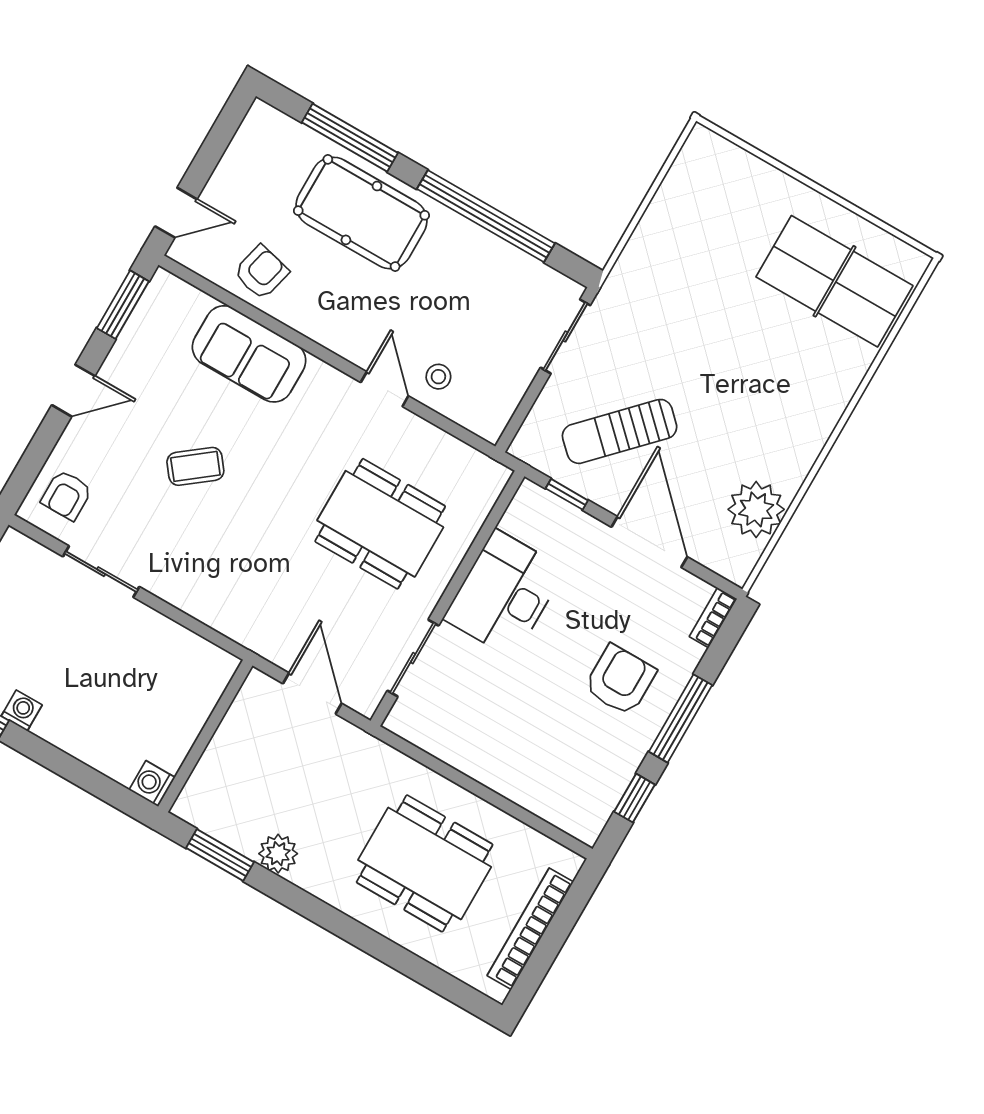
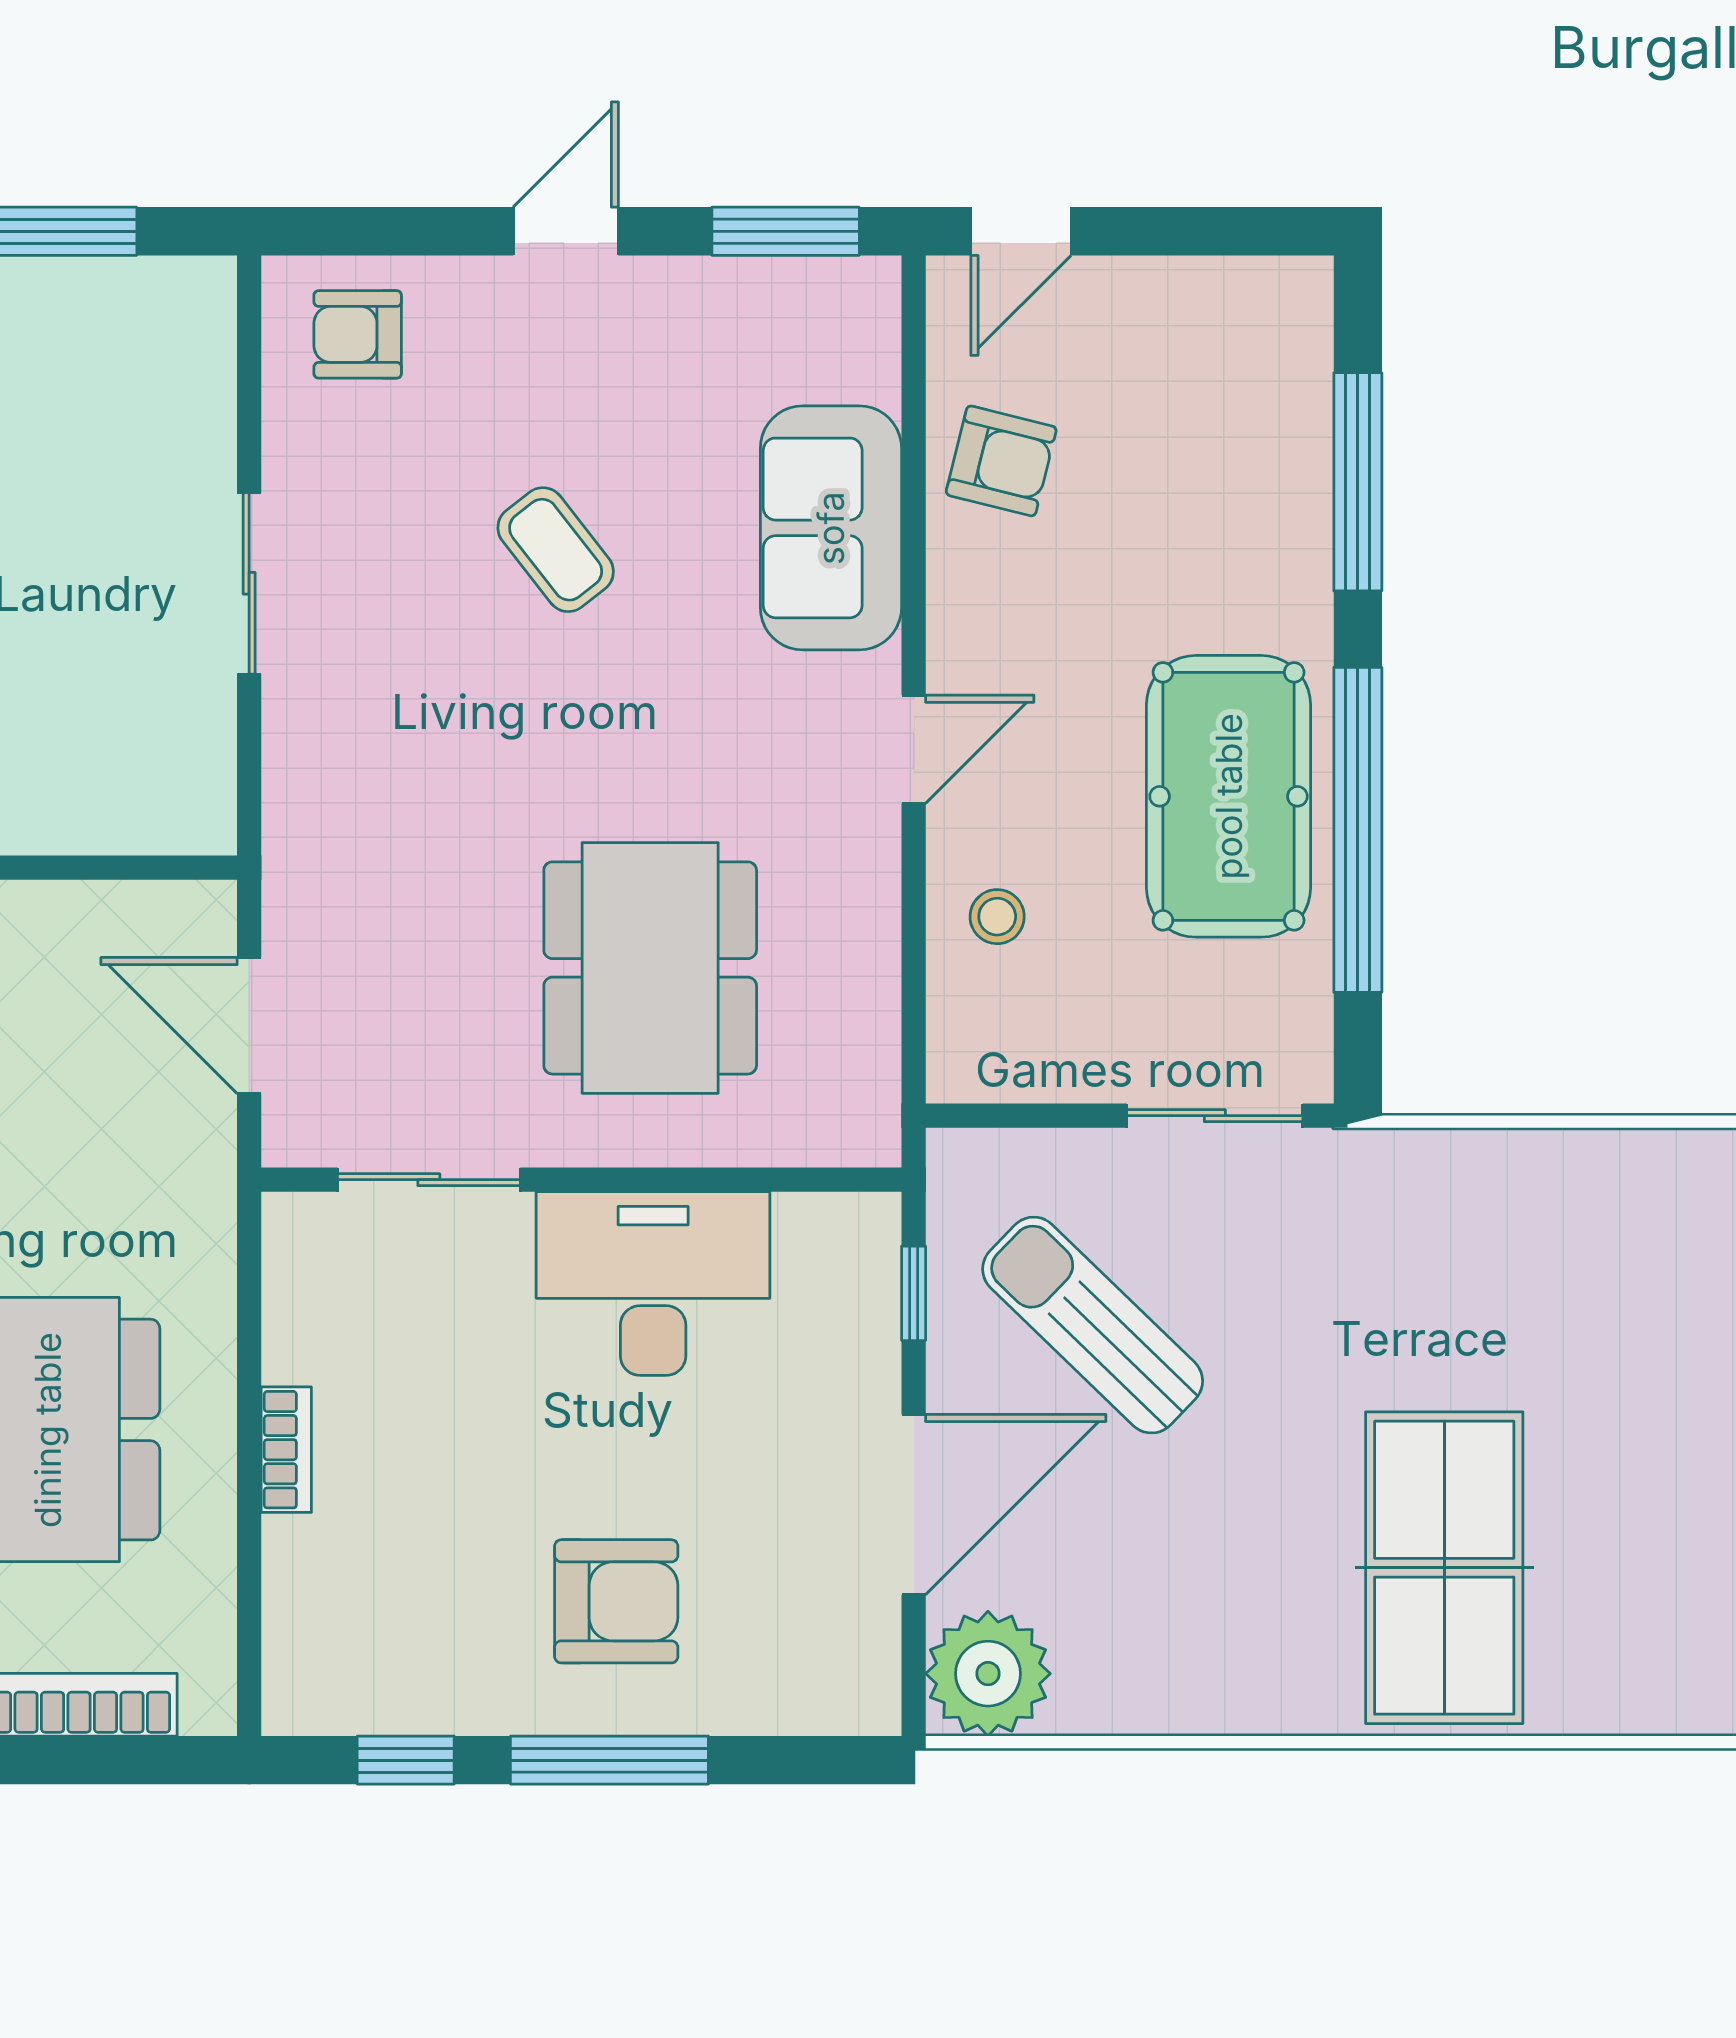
door: (176, 213) -> (1021, 231), hinge flipped
pool table: (361, 213) -> (1229, 796), moved
table tennis table: (834, 281) -> (1444, 1568), moved
door: (385, 389) -> (914, 749), moved
door: (73, 391) -> (566, 231), swing flipped
plant: (756, 509) -> (988, 1674), moved
sliding door: (101, 572) -> (249, 583), moved
bookcase: (713, 618) -> (286, 1450), moved, turned 90
door: (312, 693) -> (249, 1026), swing flipped

